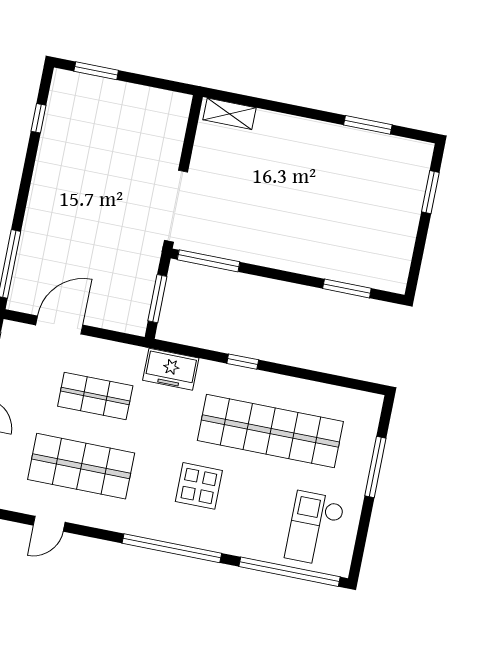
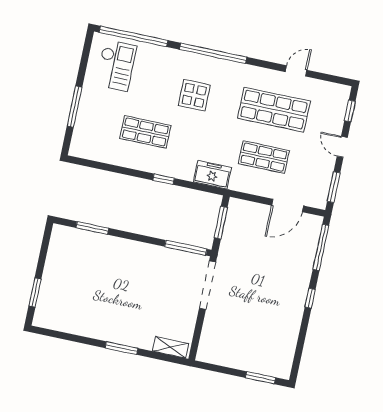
window: (39, 118) -> (310, 298), moved
window: (368, 125) -> (121, 348), moved
shop shelf: (270, 431) -> (145, 132), width x0.50, depth x0.74

